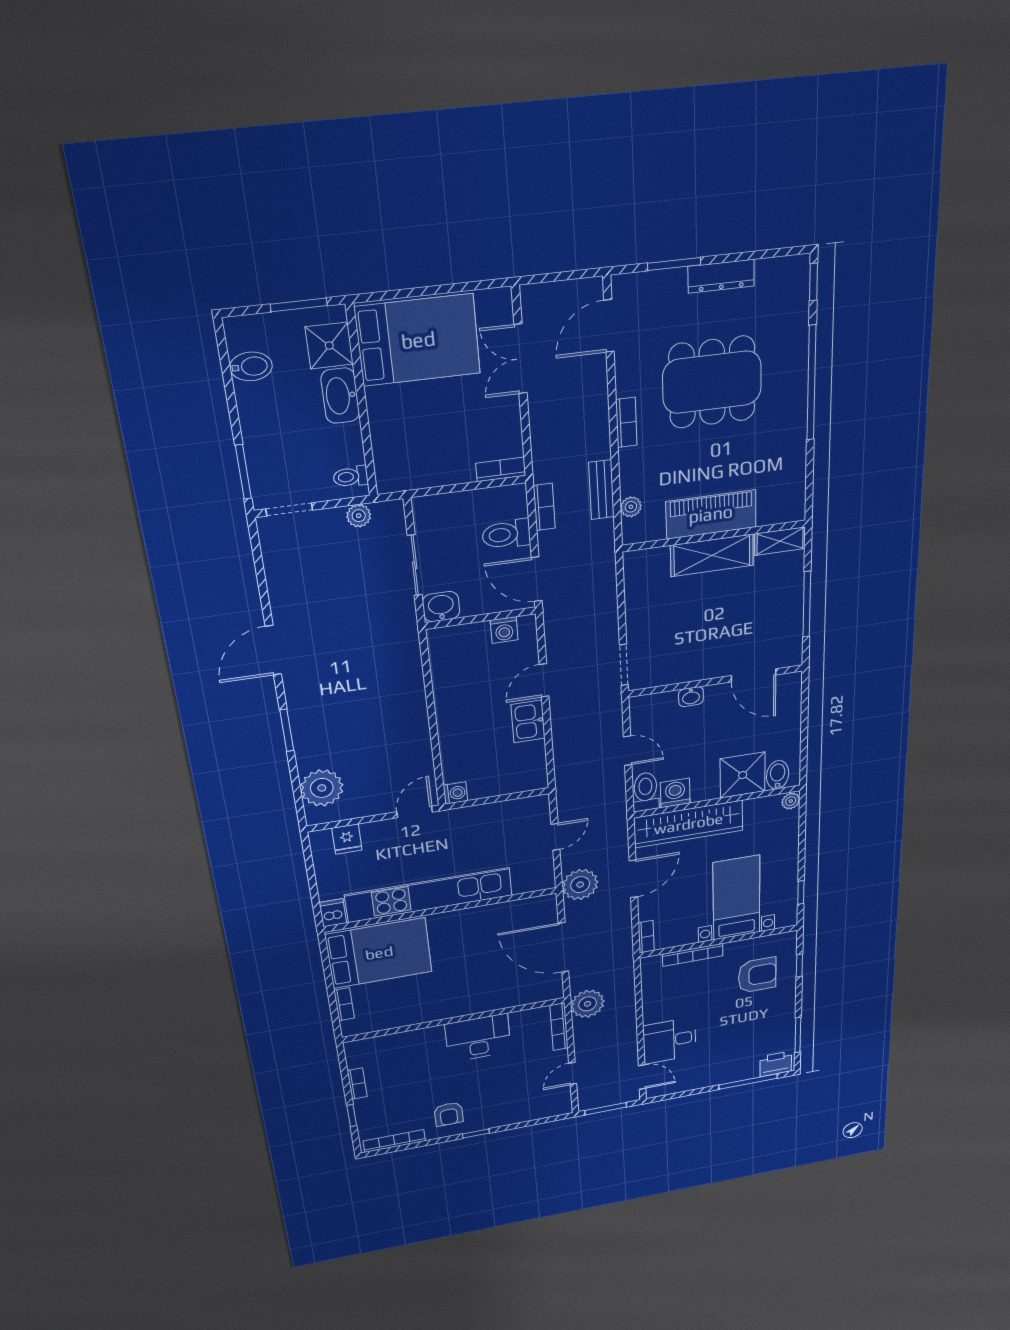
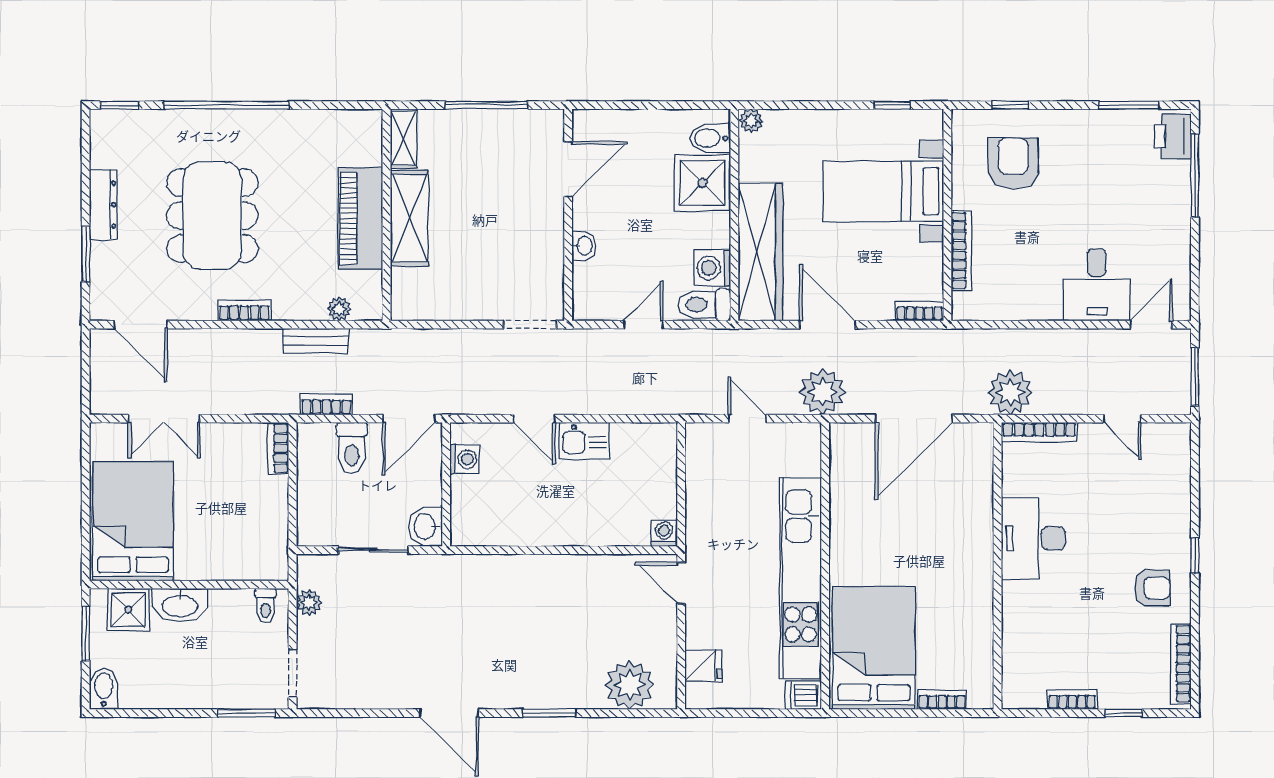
bidet: (251, 366) -> (104, 689), moved

